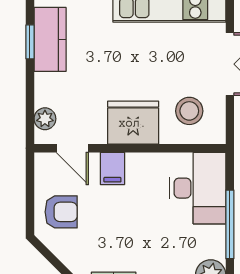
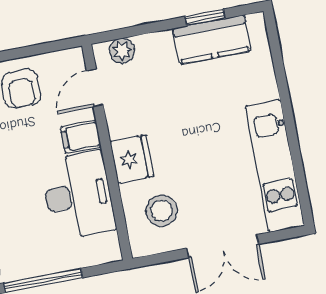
fridge: (133, 123) -> (132, 159), width x0.73, depth x0.75
desk: (198, 188) -> (78, 195), moved, turned -90

